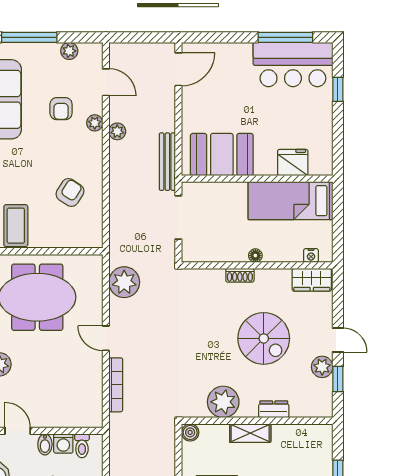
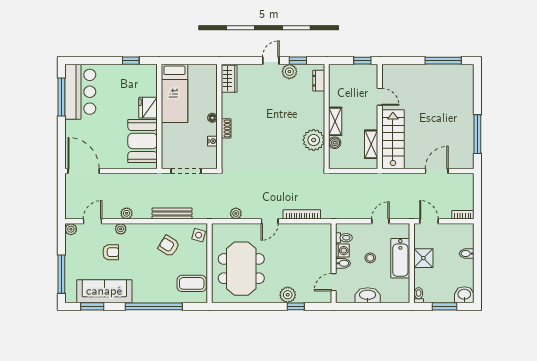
plant: (69, 51) -> (71, 229), moved
door: (178, 69) -> (84, 171), width x1.36
window: (338, 89) -> (131, 61), moved
bench: (167, 162) -> (172, 214), moved
fridge: (293, 162) -> (148, 108), moved
side table: (86, 236) -> (199, 235), added
nightstand: (311, 255) -> (212, 141), moved
plant: (124, 282) -> (236, 213), width x0.53, depth x0.53
spiral stairs: (264, 338) -> (270, 112), removed
dresser: (274, 409) -> (319, 81), moved
boiler: (190, 432) -> (335, 143), moved

